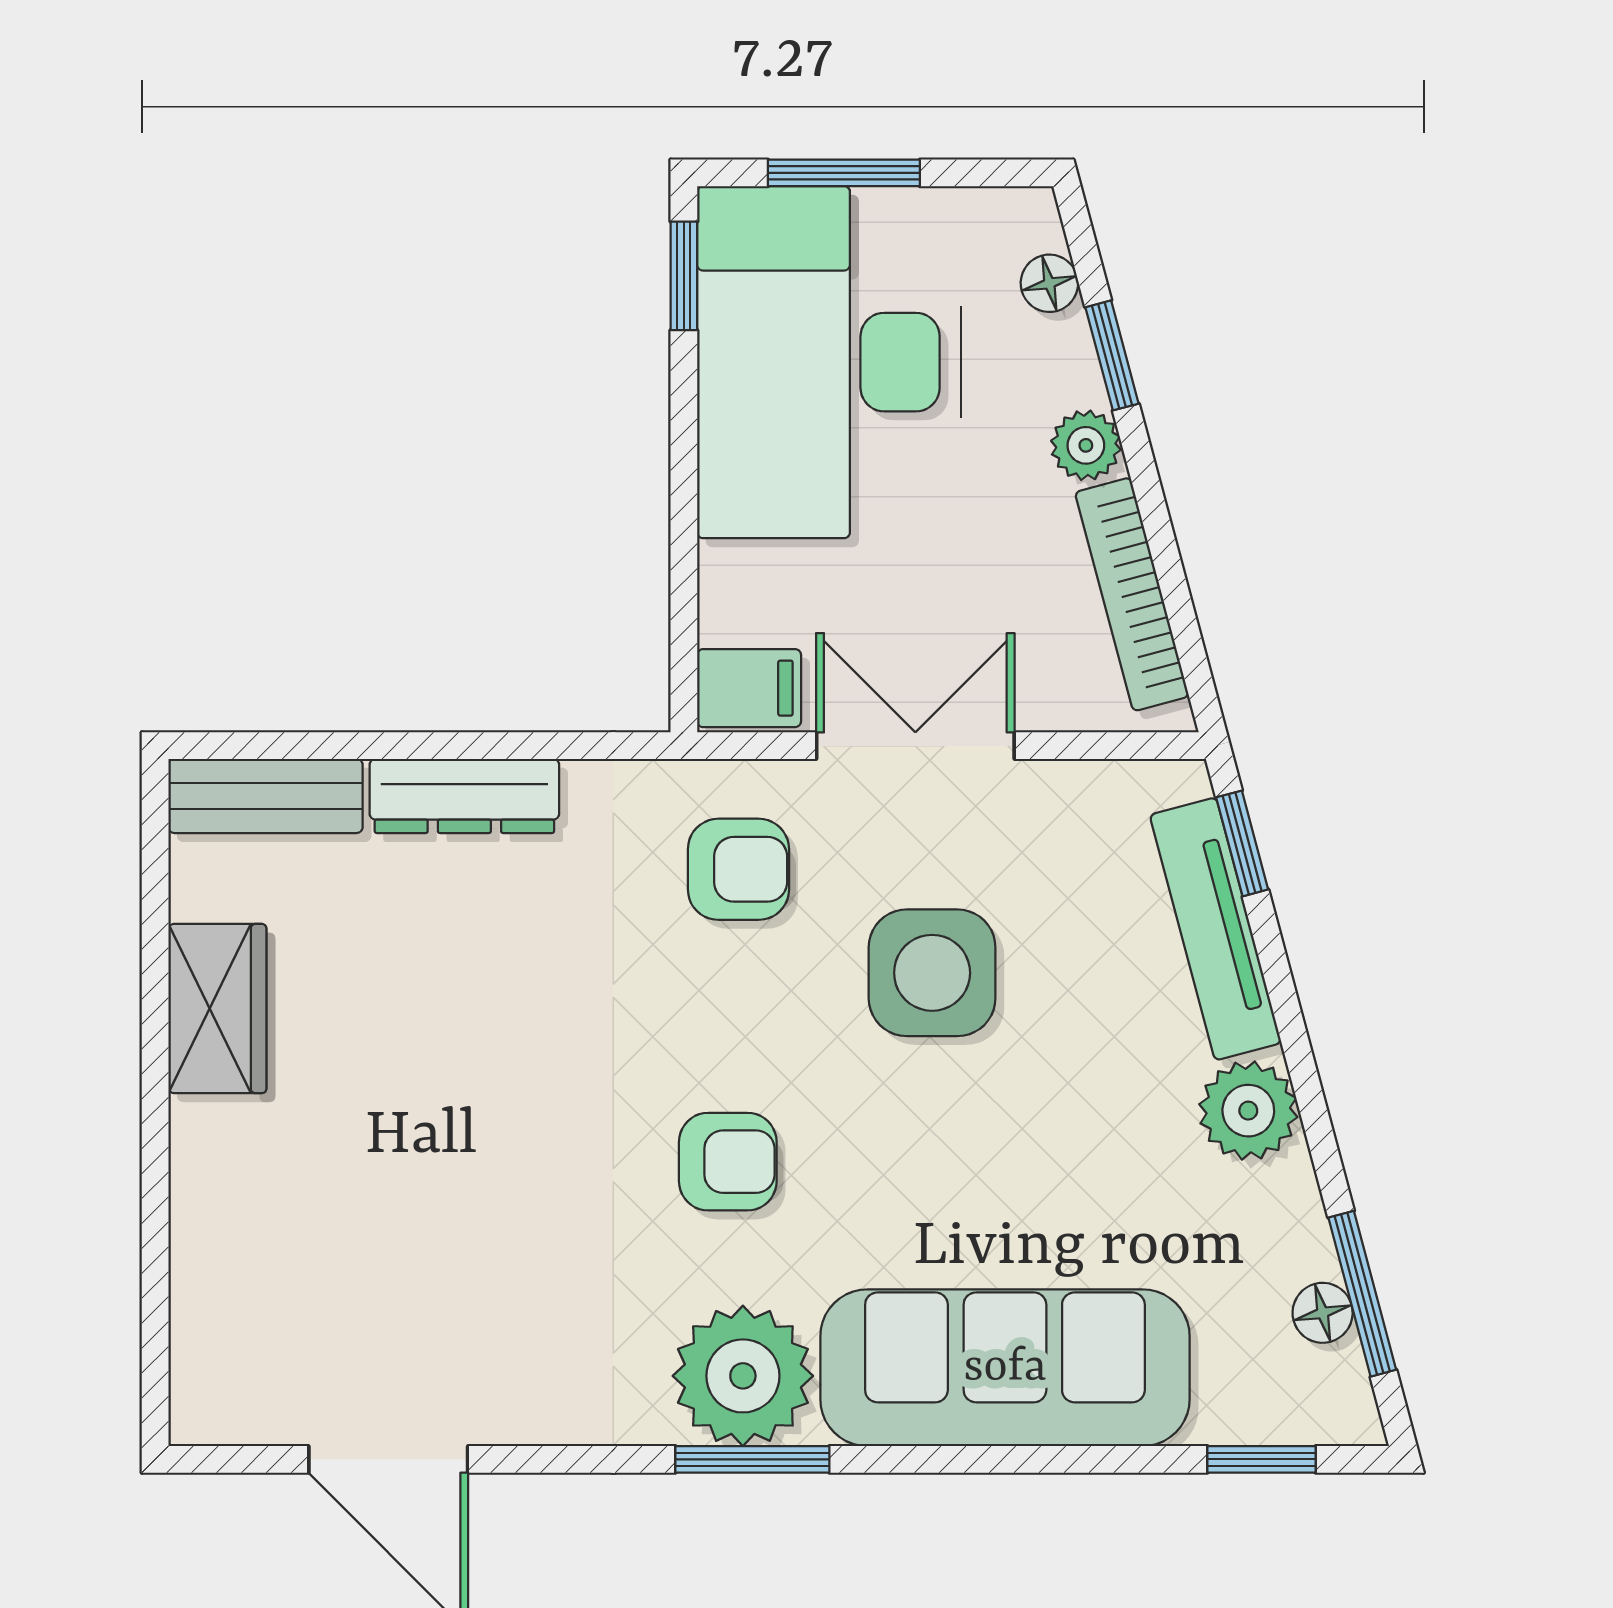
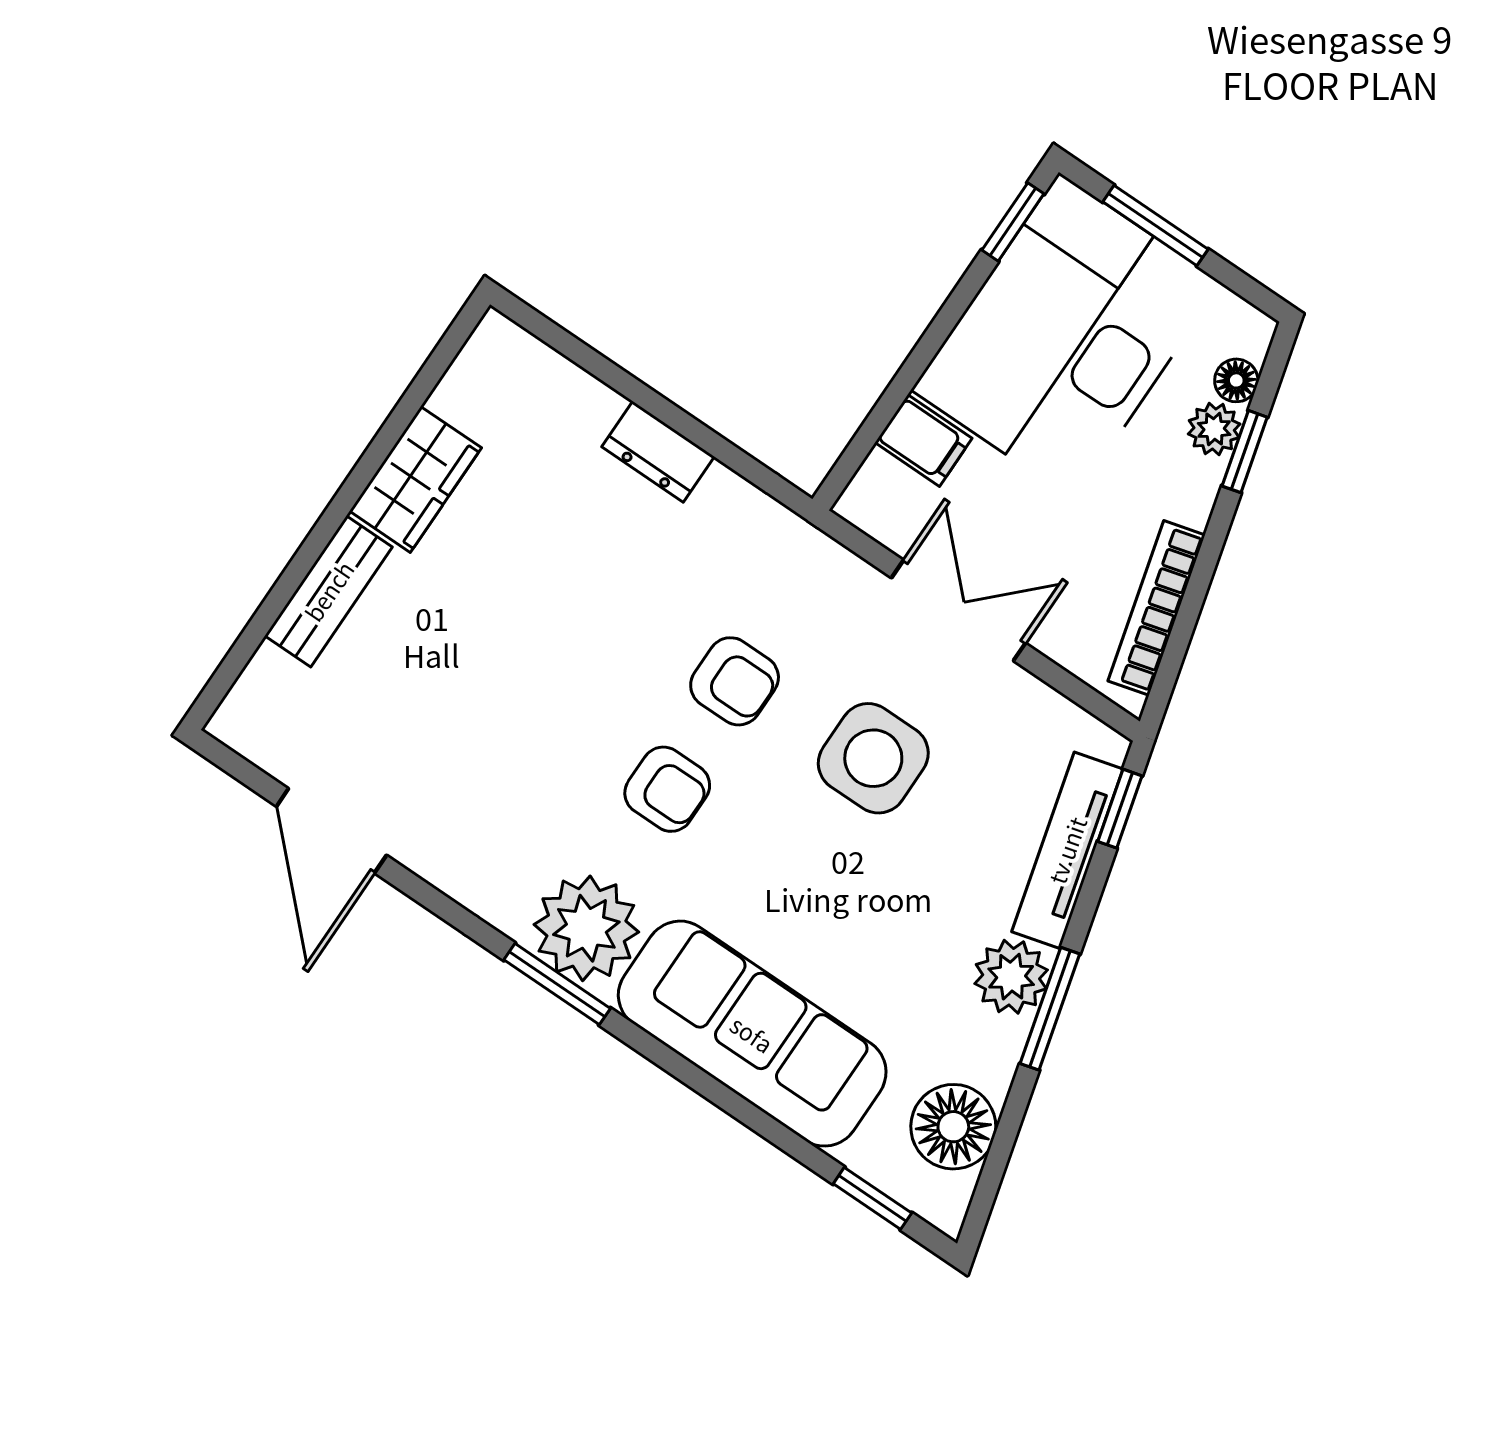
plant: (1086, 445) -> (1214, 429), moved
filing cabinet: (749, 688) -> (923, 440), moved
bench: (265, 796) -> (329, 591), moved, turned 90
dresser: (464, 796) -> (658, 452), width x0.70
armchair: (738, 869) -> (735, 681), moved
window: (1362, 1294) -> (1050, 1009), moved
floor lamp: (1323, 1313) -> (953, 1127), width x1.89, depth x1.89

